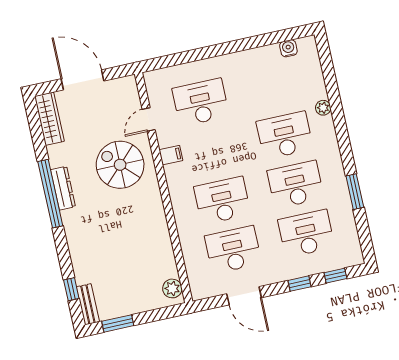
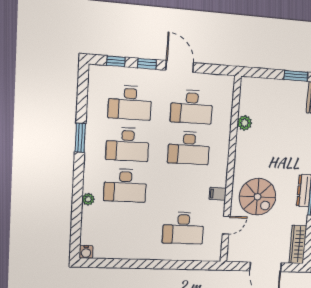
water cooler: (288, 48) -> (86, 252), moved
window: (355, 192) -> (80, 138), moved
plant: (172, 288) -> (245, 123), moved
door: (244, 296) -> (180, 66), moved

